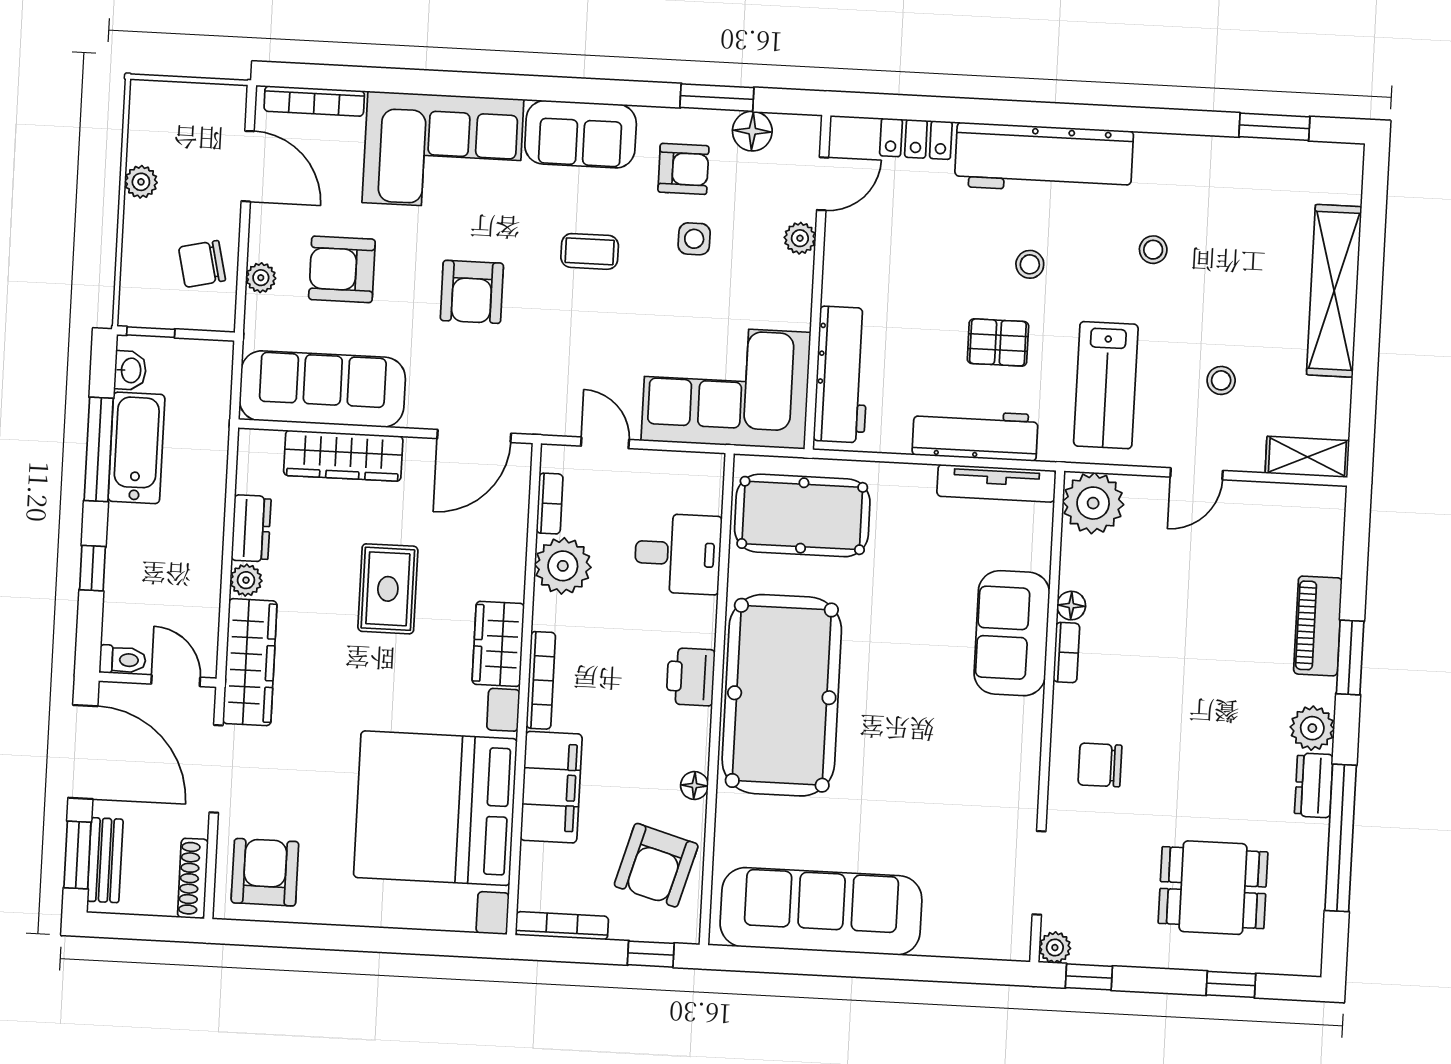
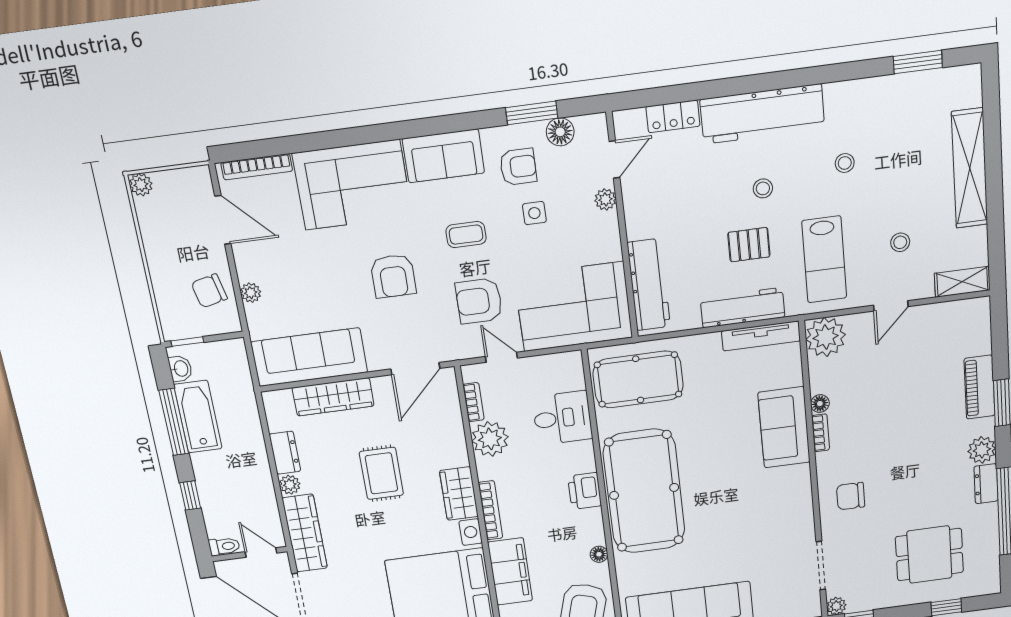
plant: (141, 182) -> (141, 185), moved
armchair: (342, 269) -> (479, 301), moved

